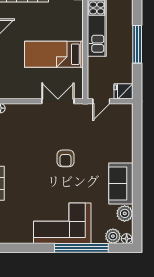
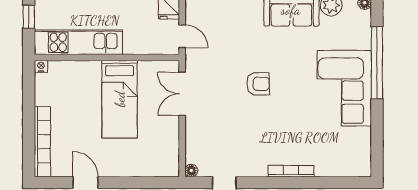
plant: (113, 236) -> (361, 21), removed

